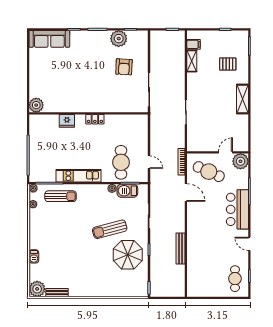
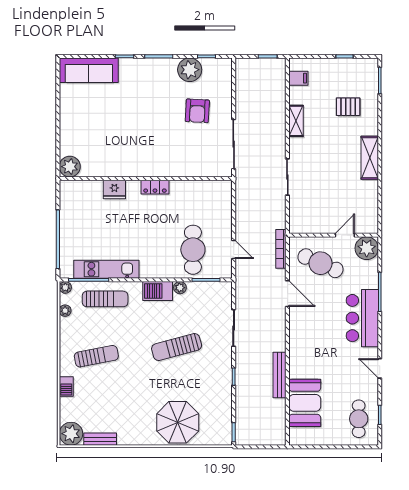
shelving: (192, 61) -> (296, 121), moved
kitchen unit: (79, 176) -> (106, 269), moved
barbecue: (127, 191) -> (158, 291), moved
sun lounger: (55, 236) -> (96, 356), added
parasol: (128, 255) -> (178, 422), moved
booth: (198, 268) -> (305, 403), added

